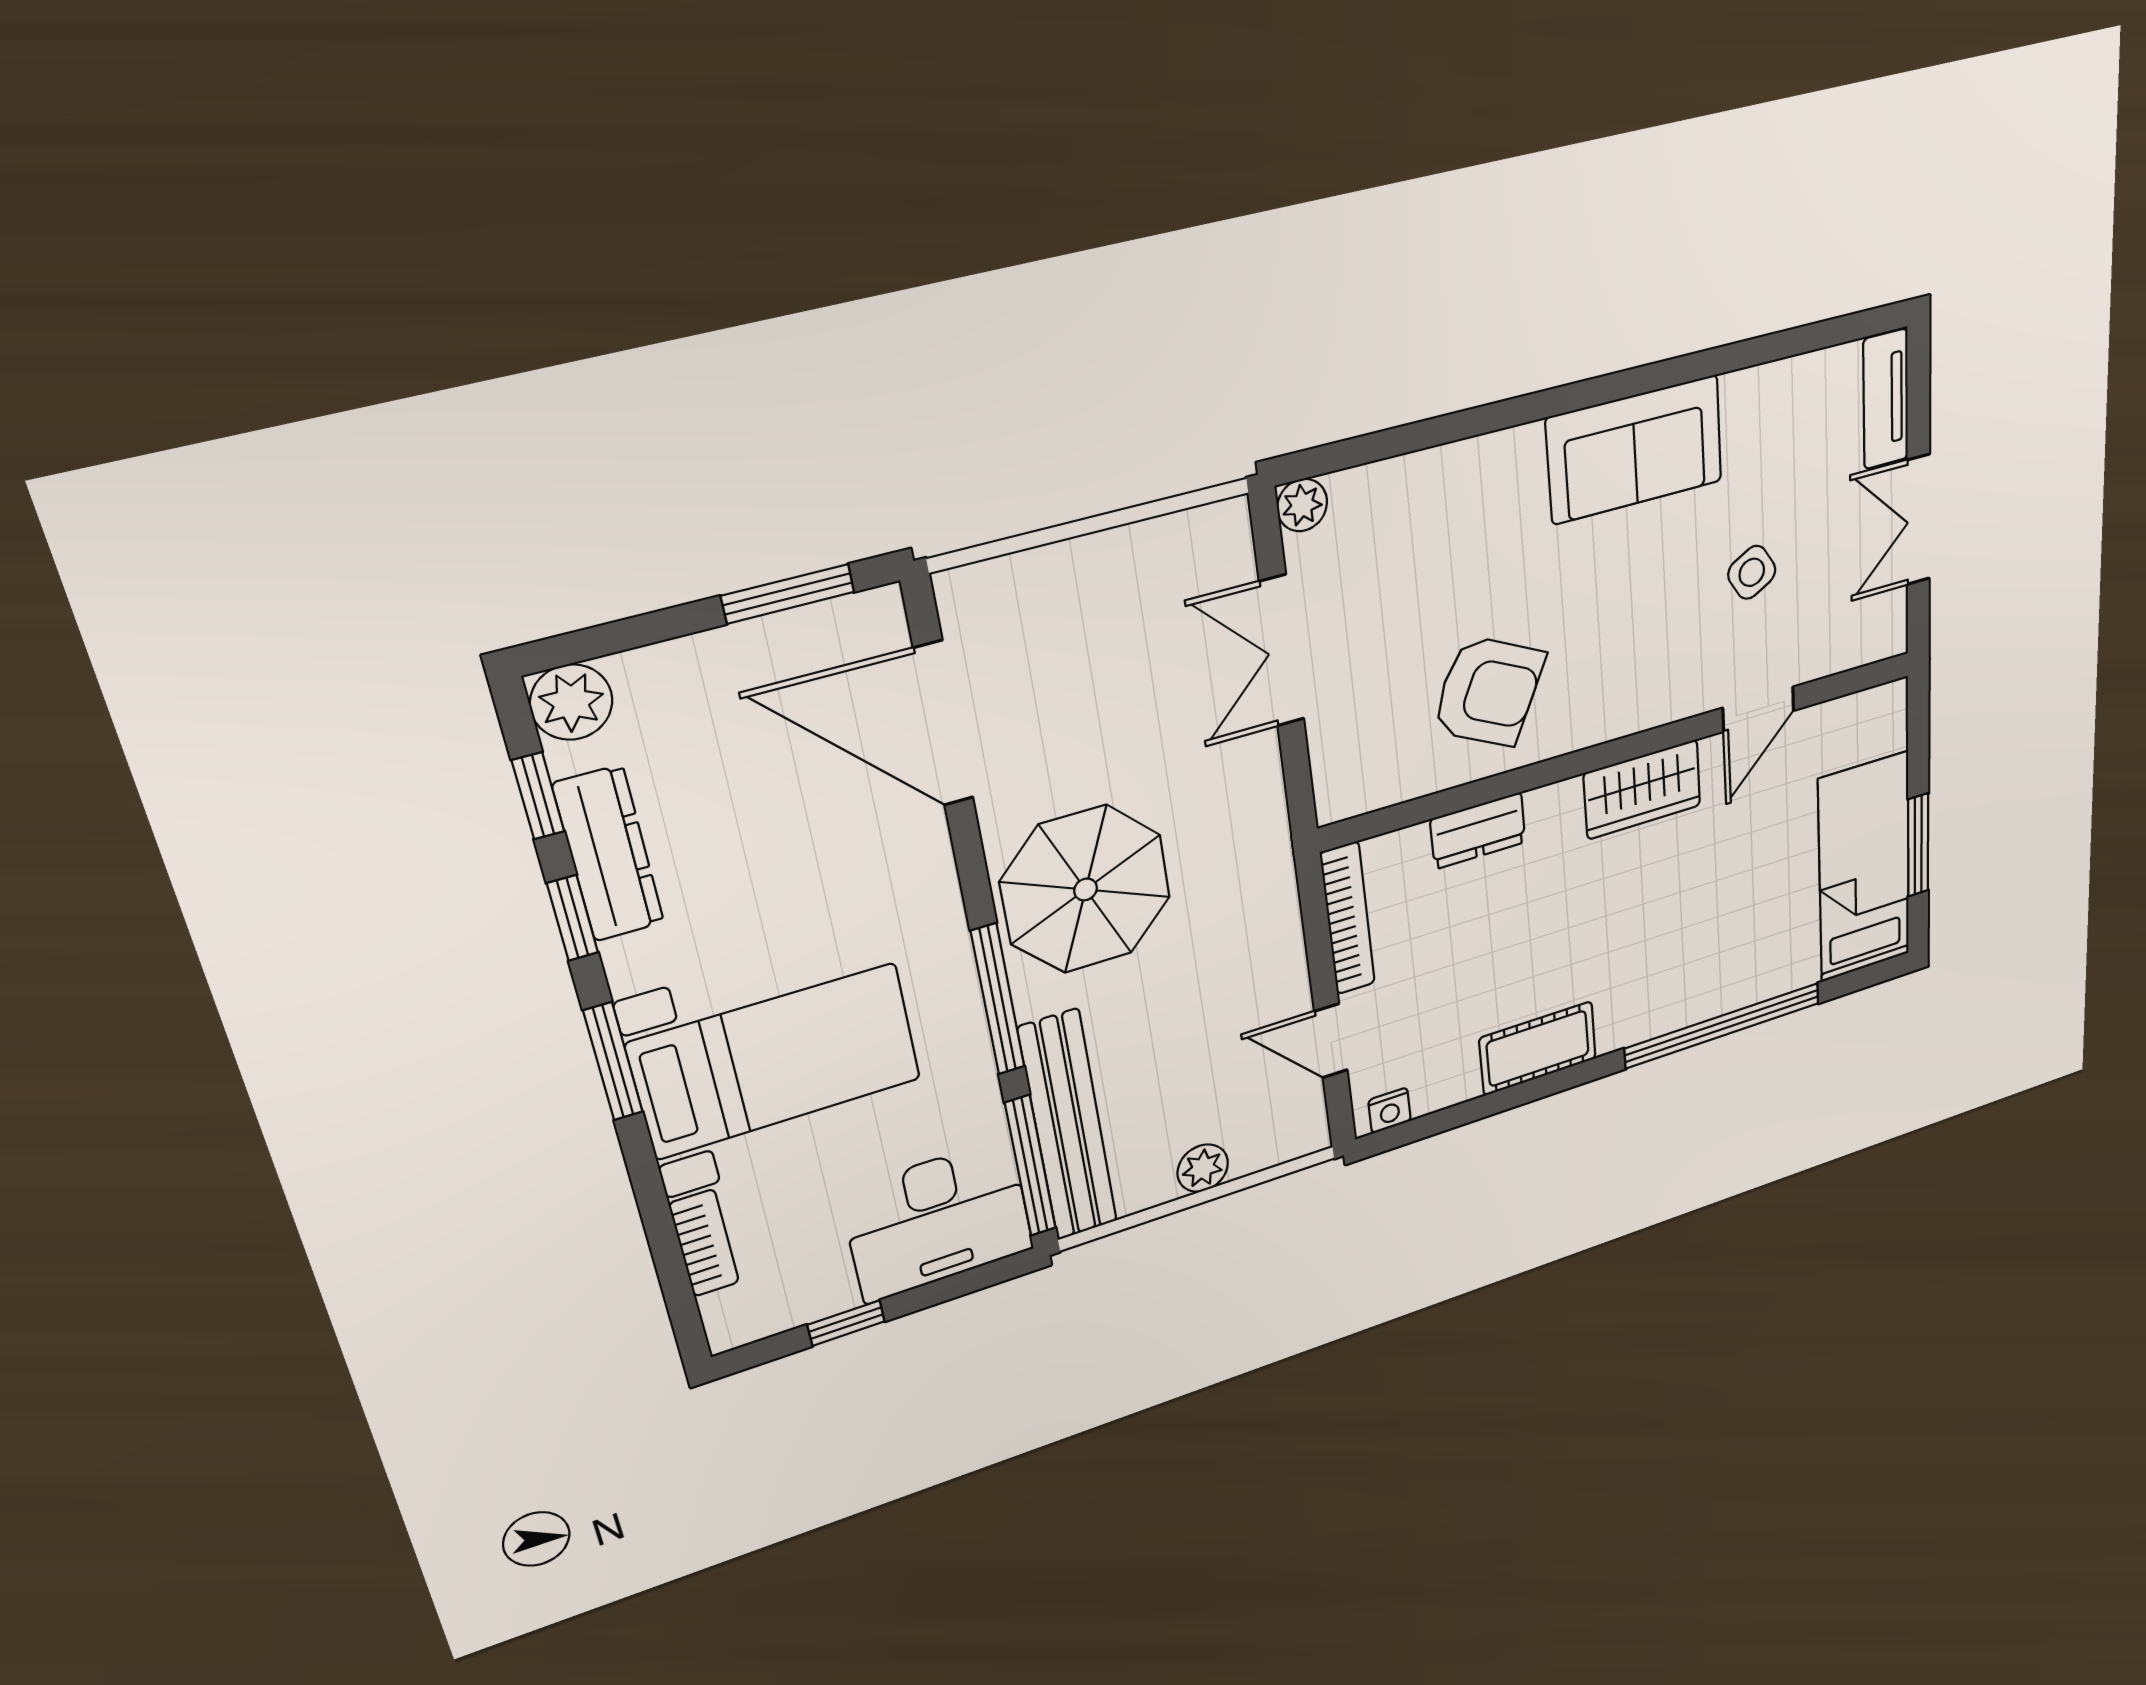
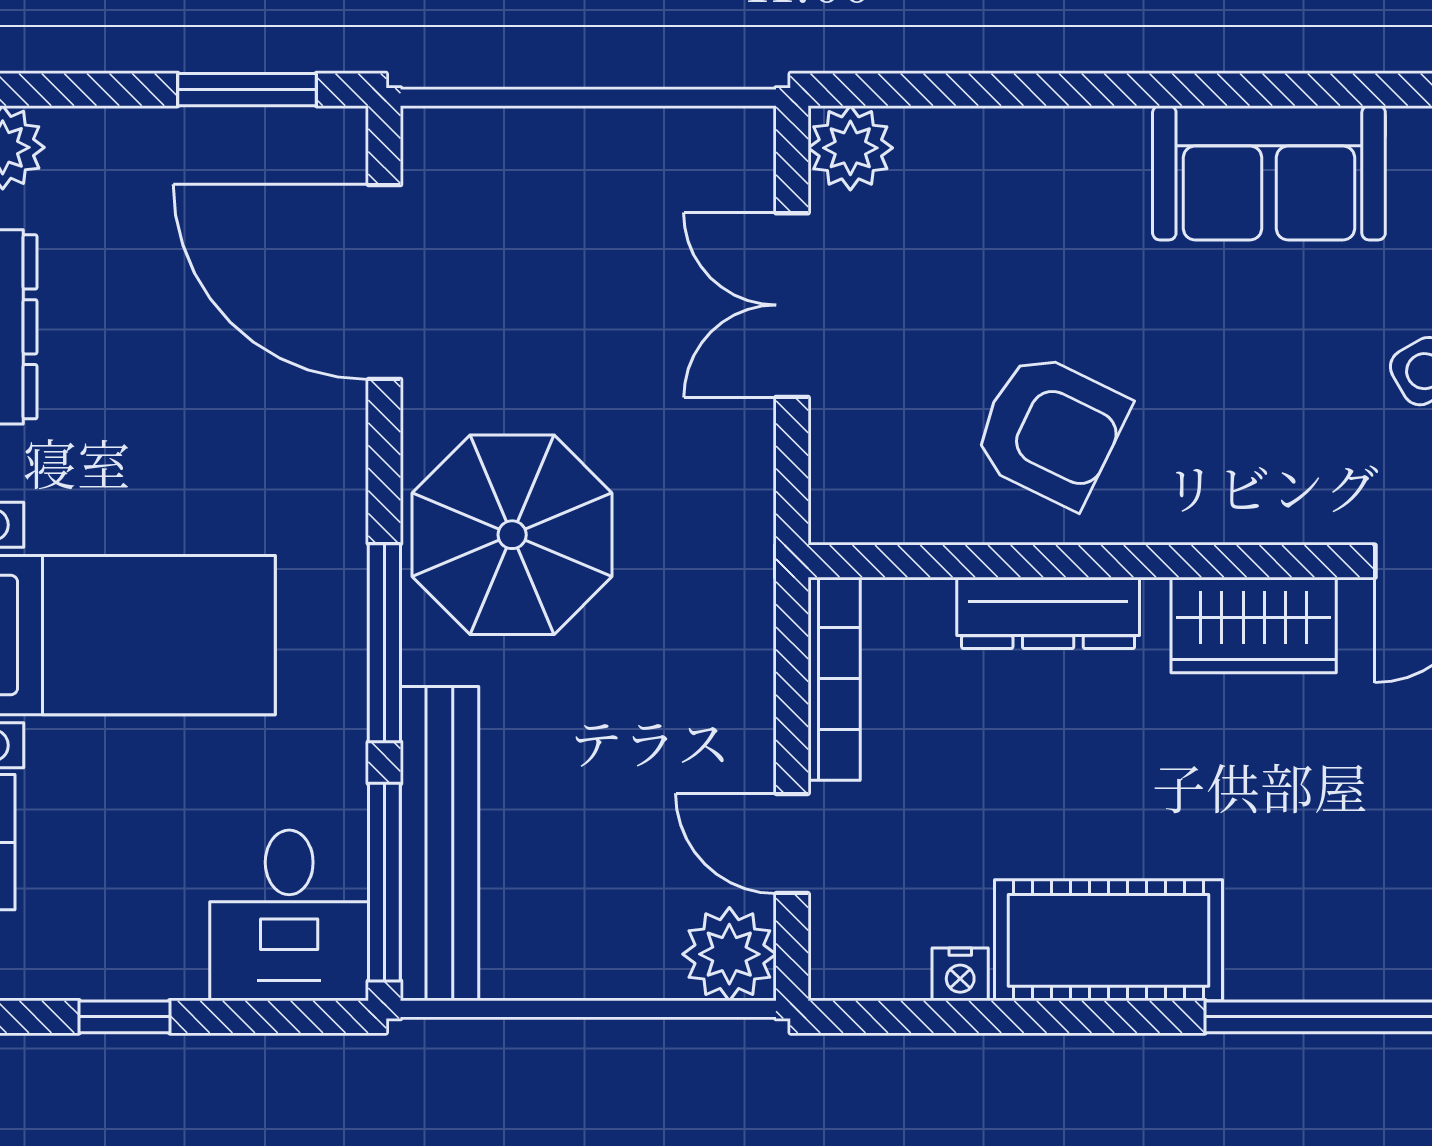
plant: (1302, 505) -> (850, 148), width x1.38, depth x1.38
dresser: (1478, 831) -> (1048, 613), width x1.44
cot: (1538, 1048) -> (1108, 940), width x1.37, depth x1.34
nightstand: (1390, 1111) -> (960, 974), moved
plant: (1203, 1168) -> (729, 954), moved, width x1.38, depth x1.38
desk: (938, 1220) -> (289, 915), width x0.73

